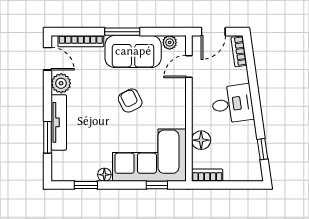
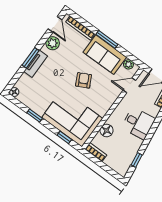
tv unit: (59, 122) -> (36, 64), width x0.71
window: (48, 137) -> (30, 58), moved
floor lamp: (104, 175) -> (14, 92), moved
window: (86, 185) -> (35, 116), moved

